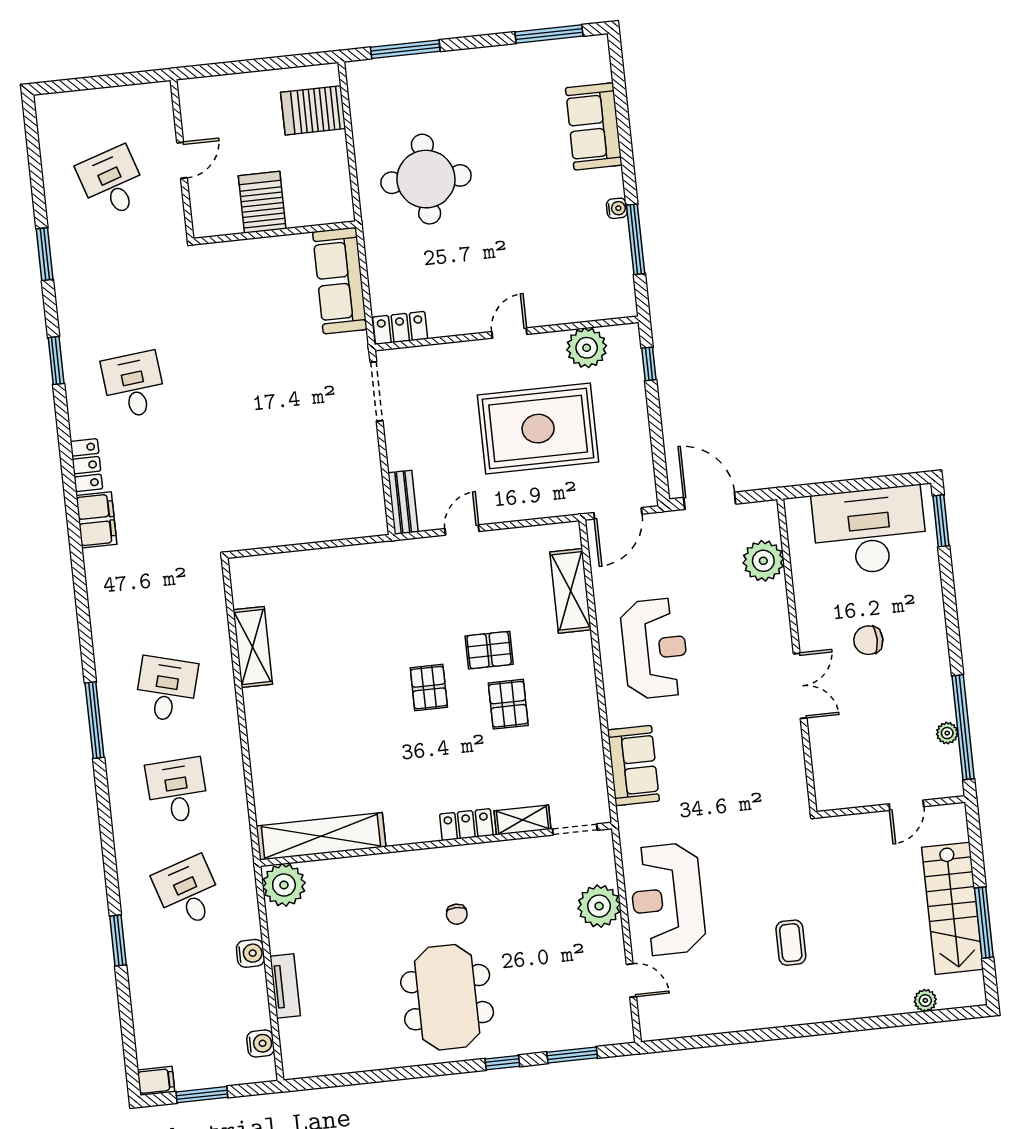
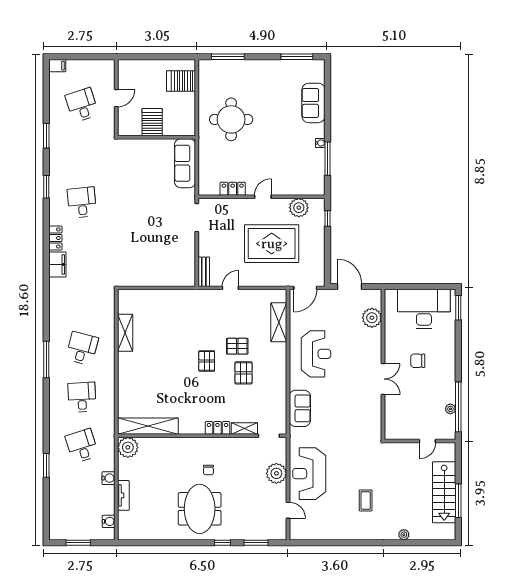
locker: (400, 328) -> (233, 189), moved
plant: (925, 1000) -> (404, 535), moved
filing cabinet: (156, 1081) -> (57, 66), moved

